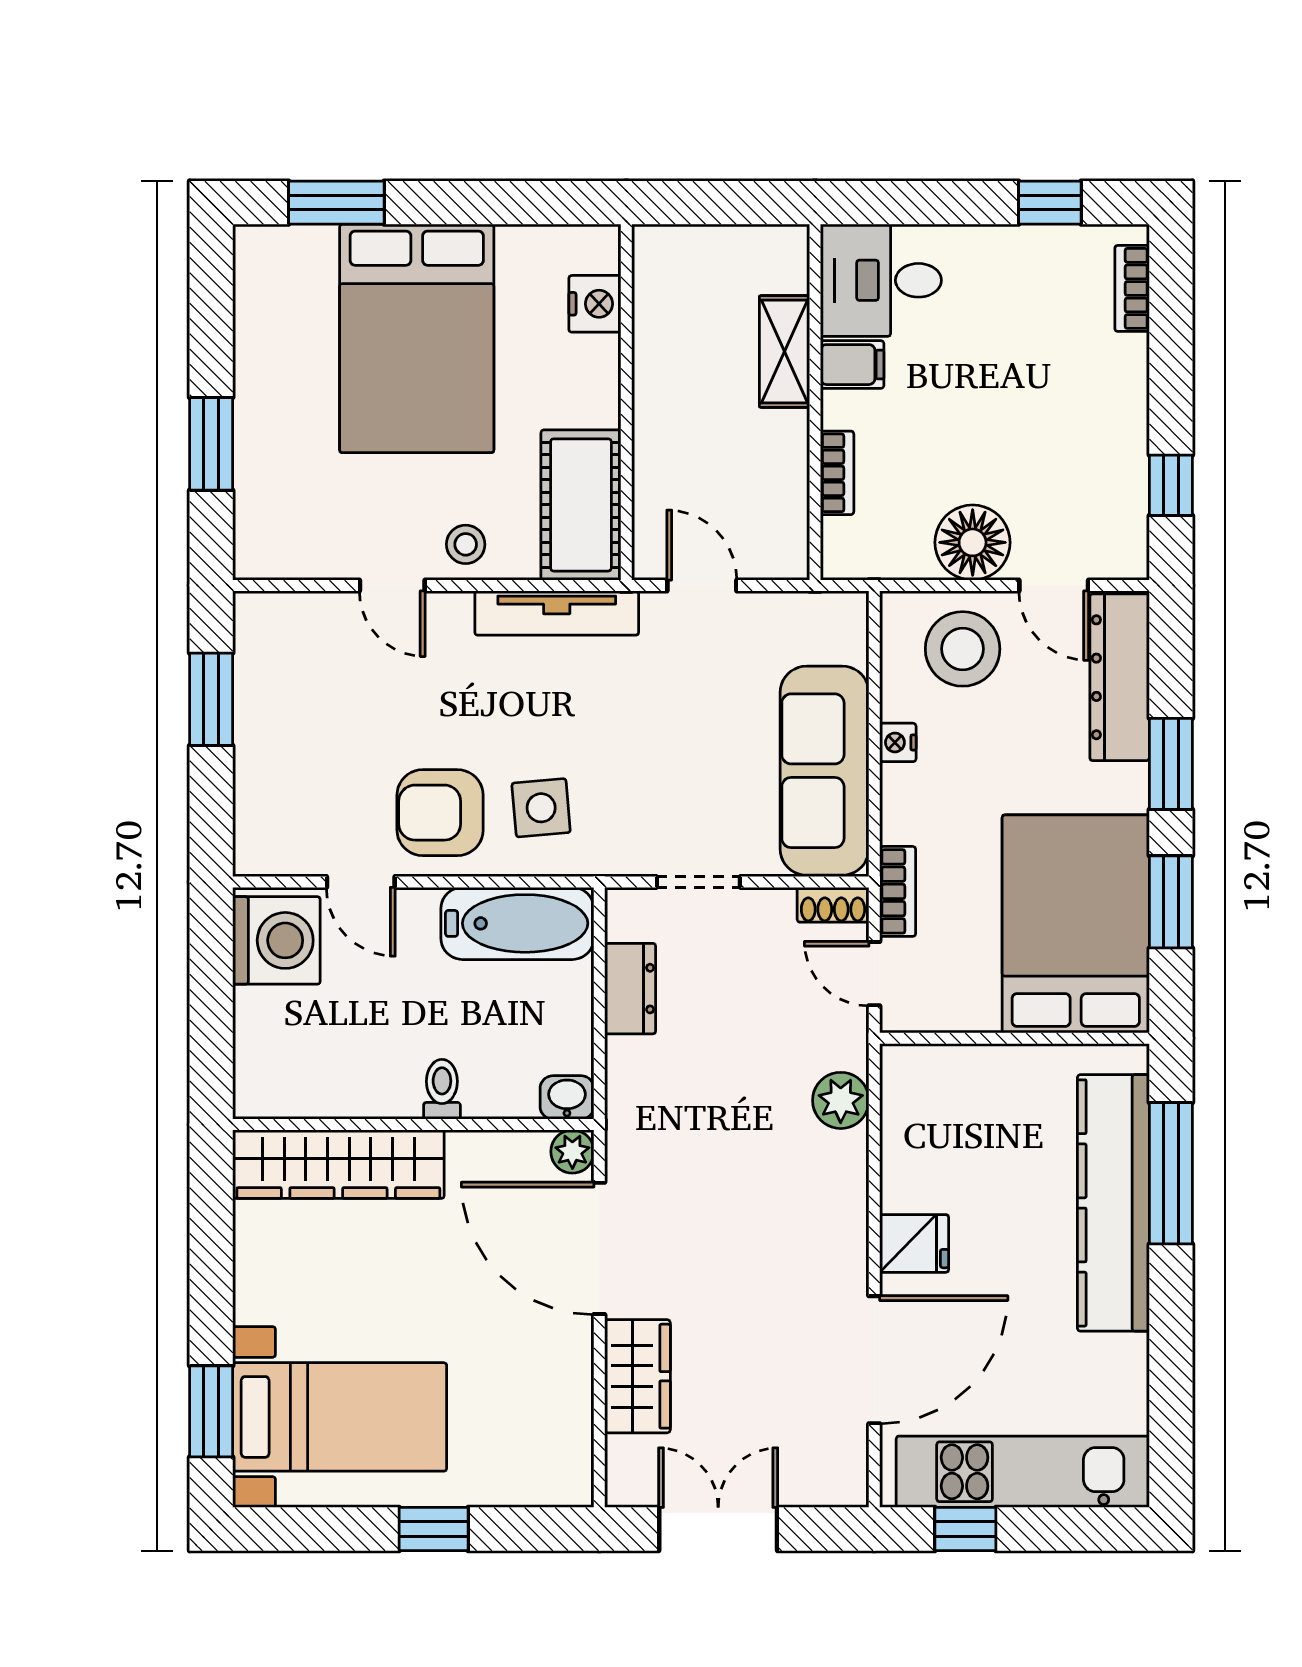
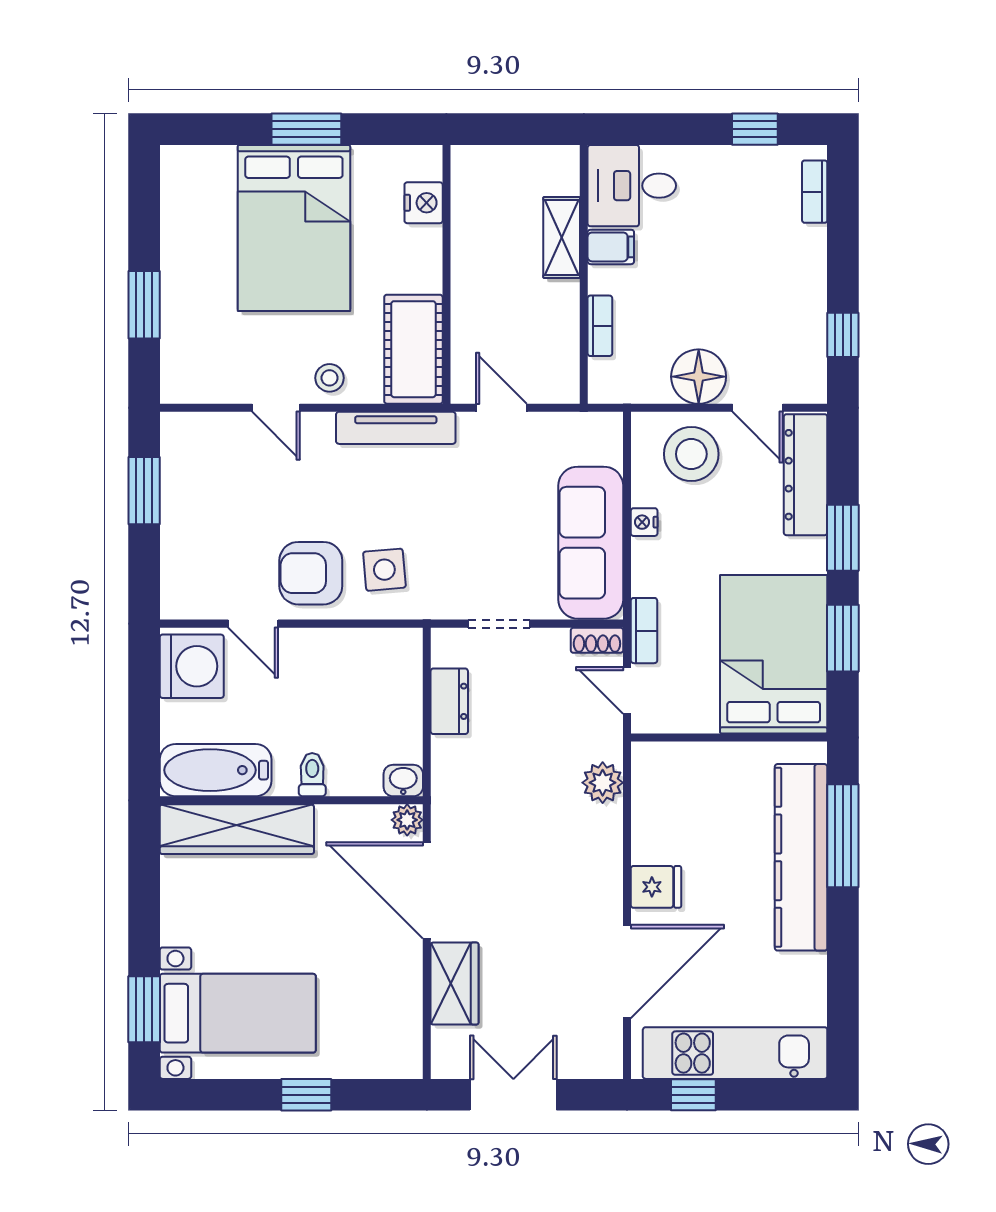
window: (336, 203) -> (306, 129), moved
bathtub: (517, 923) -> (216, 770), moved, turned 180

